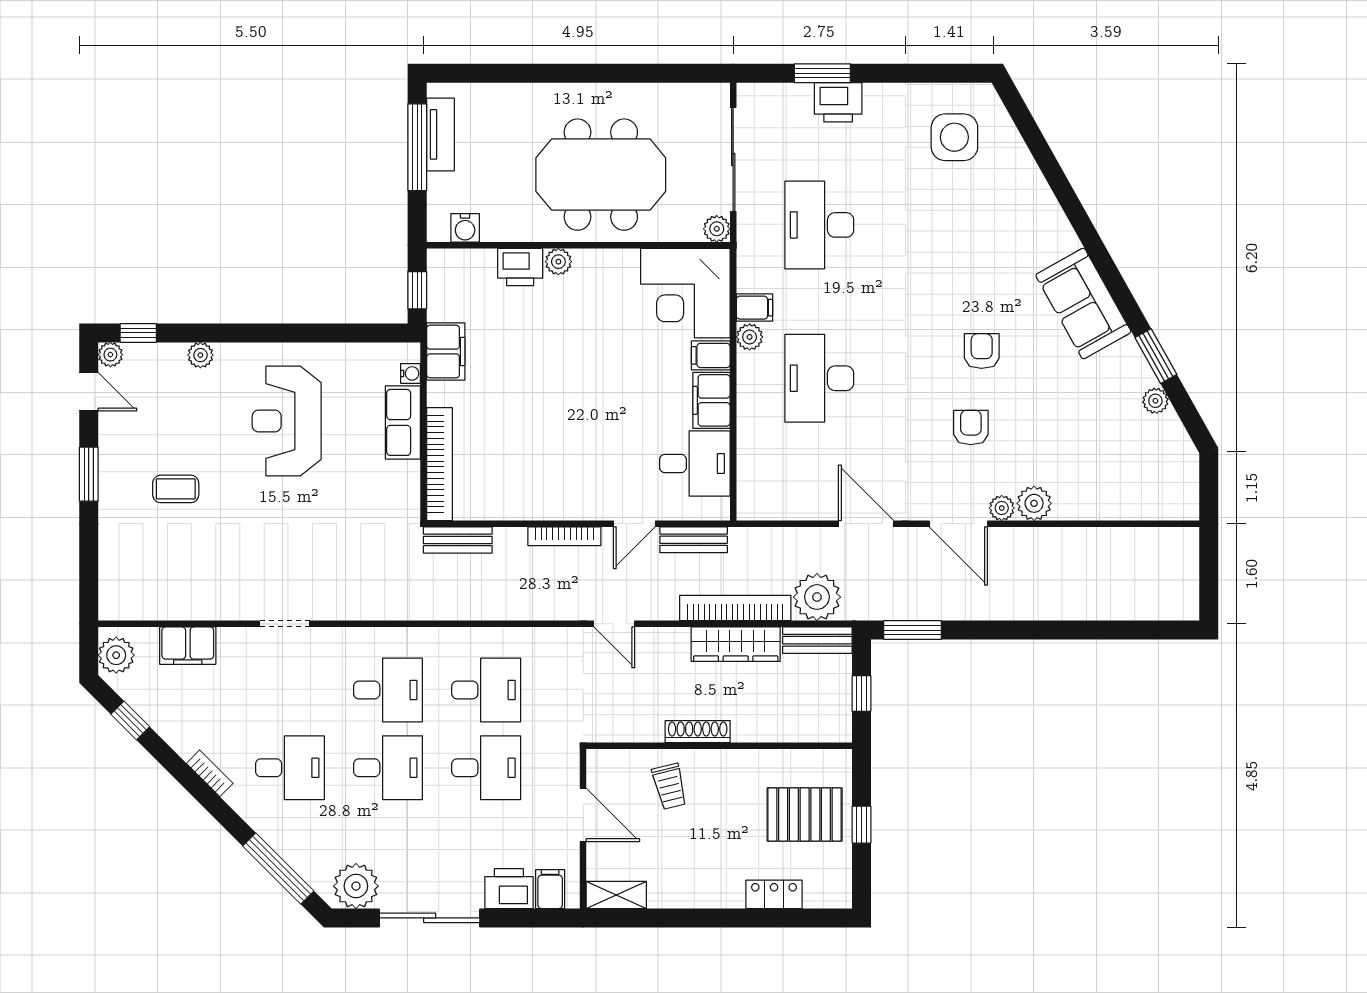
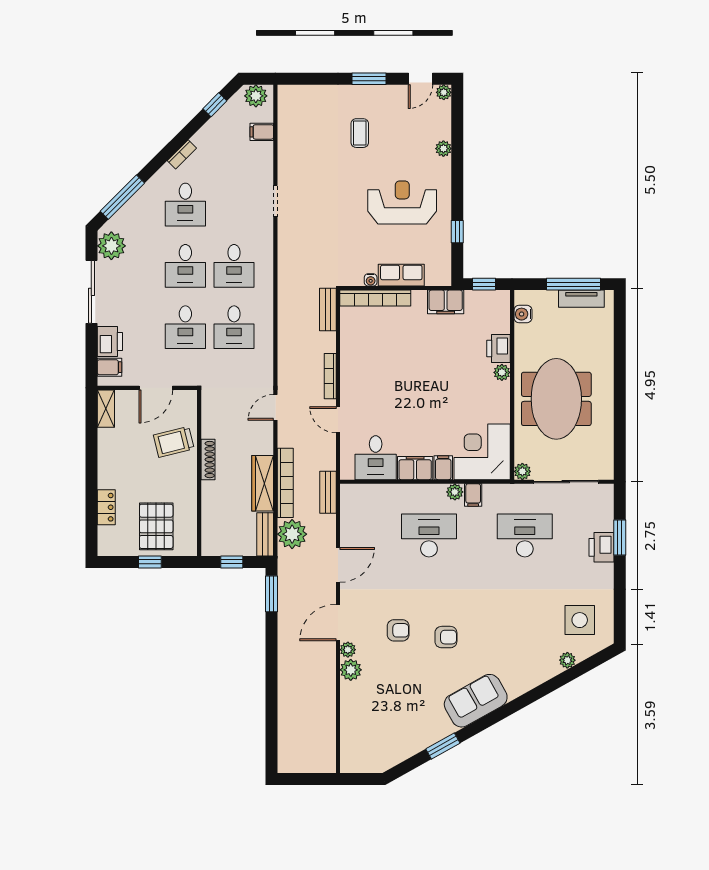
window: (138, 333) -> (457, 232), moved
water cooler: (410, 373) -> (371, 280), moved
plant: (1155, 401) -> (567, 660), moved
bench: (694, 540) -> (328, 492), moved
filing cabinet: (188, 646) -> (262, 132), width x0.50
trolley: (670, 786) -> (174, 442), width x1.36, depth x1.39

